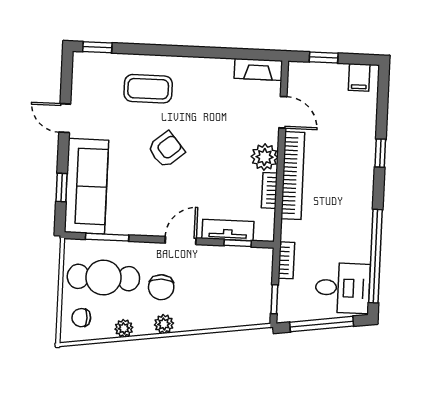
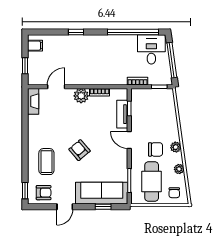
armchair: (92, 81) -> (44, 193), added
bookcase: (293, 176) -> (91, 80), removed

